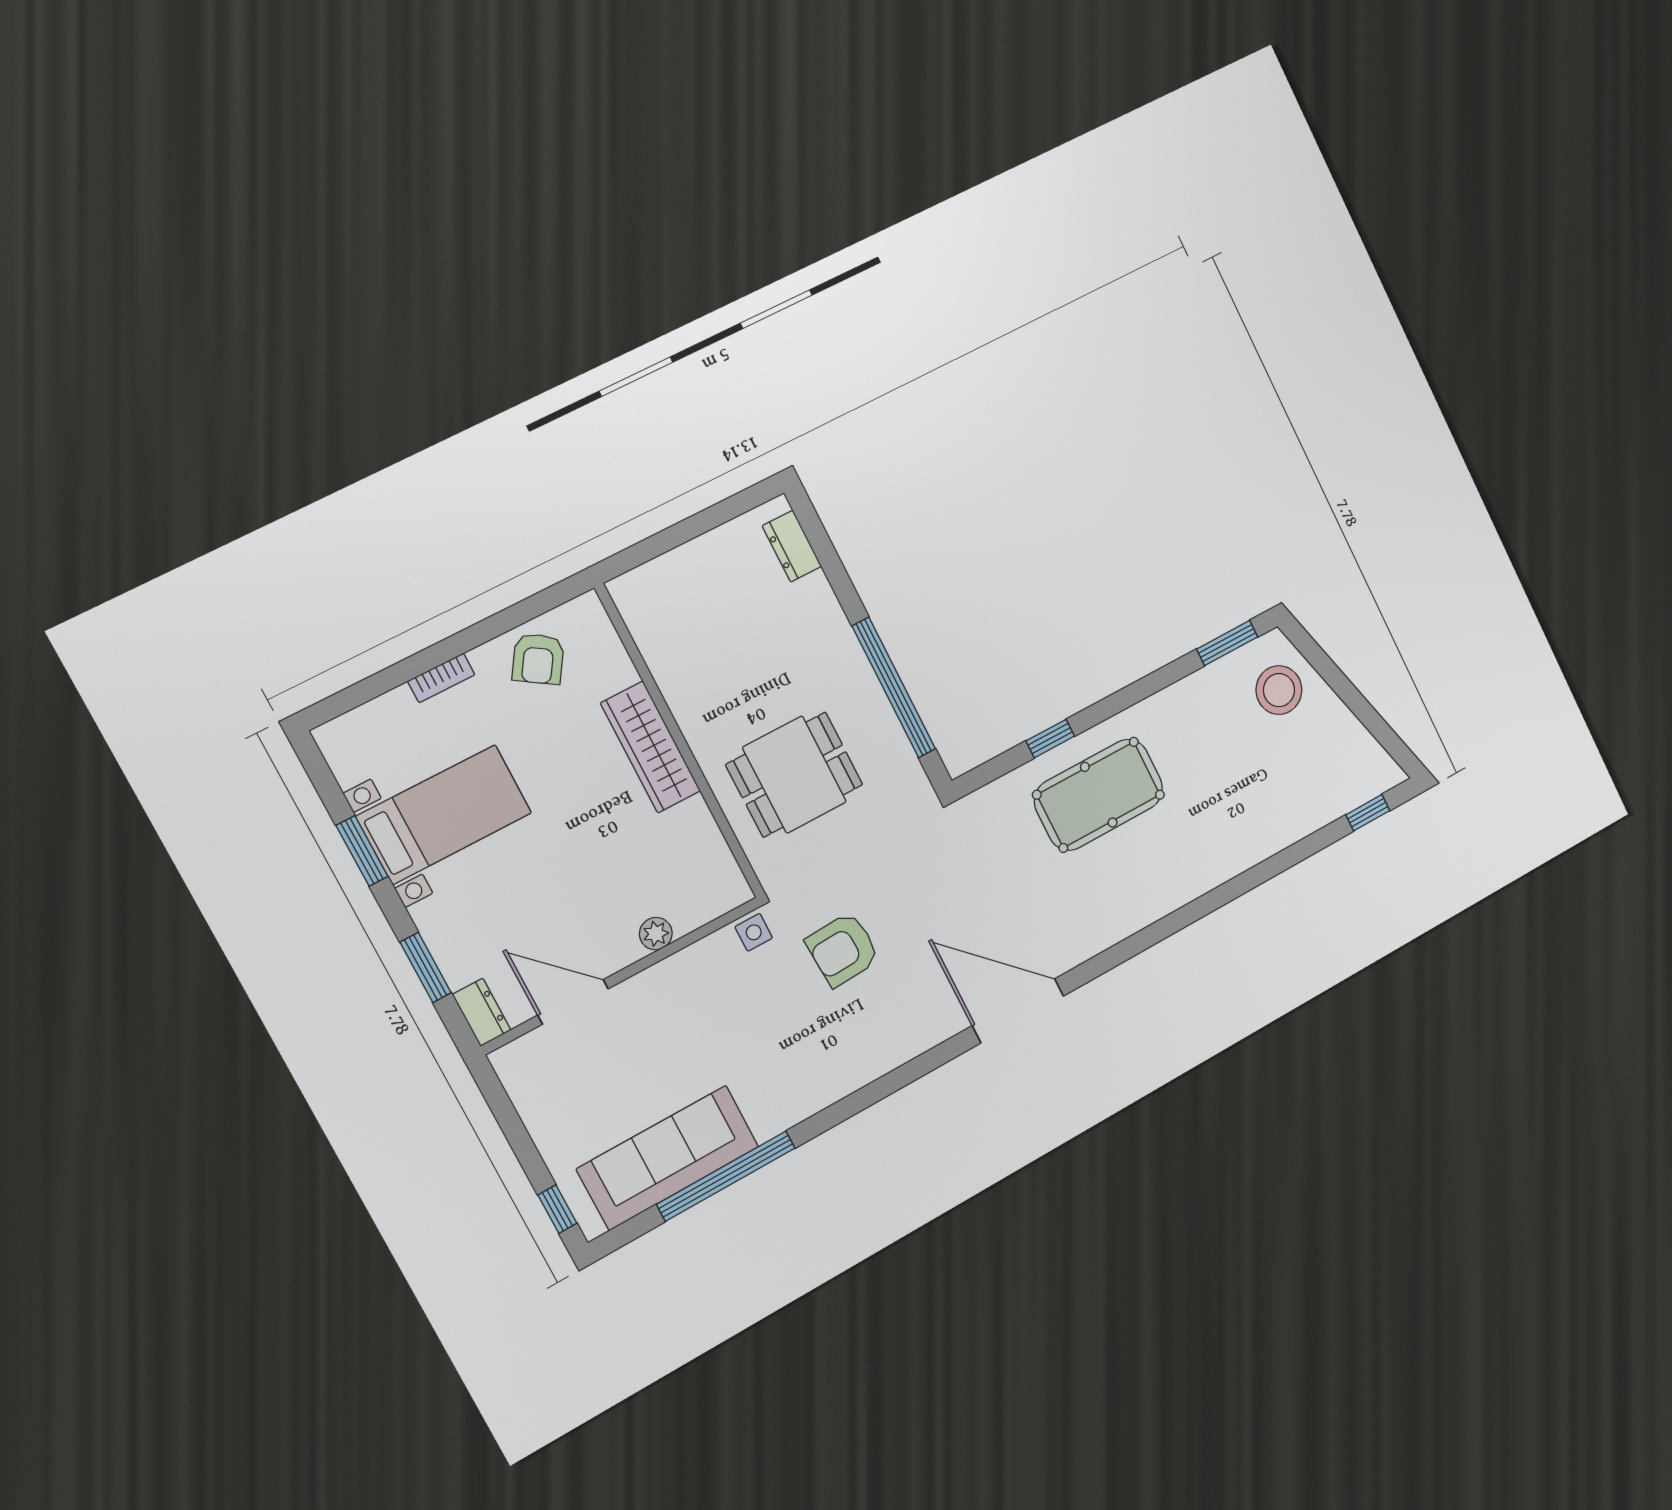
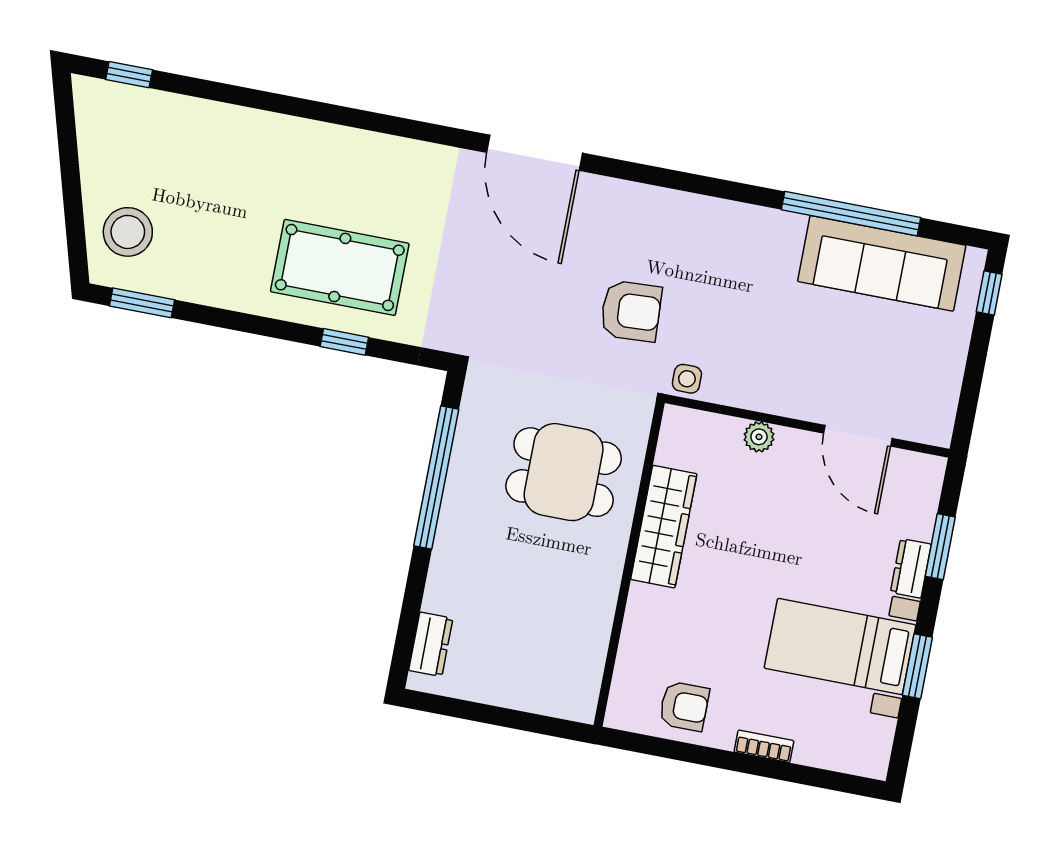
armchair: (538, 659) -> (684, 706), turned 57
wardrobe: (650, 747) -> (664, 527), moved
dresser: (482, 1012) -> (911, 568), moved

